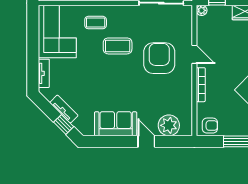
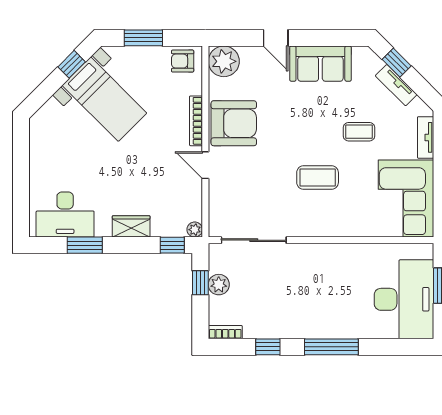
coffee table: (96, 23) -> (359, 132), moved
armchair: (159, 58) -> (234, 123), moved, turned -90
plant: (169, 125) -> (224, 61), moved

